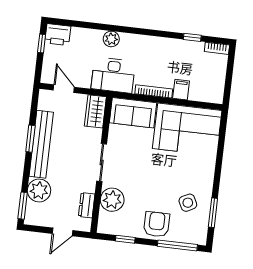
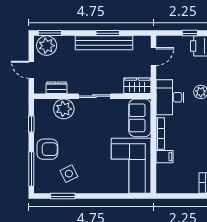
plant: (39, 190) -> (47, 46), moved

